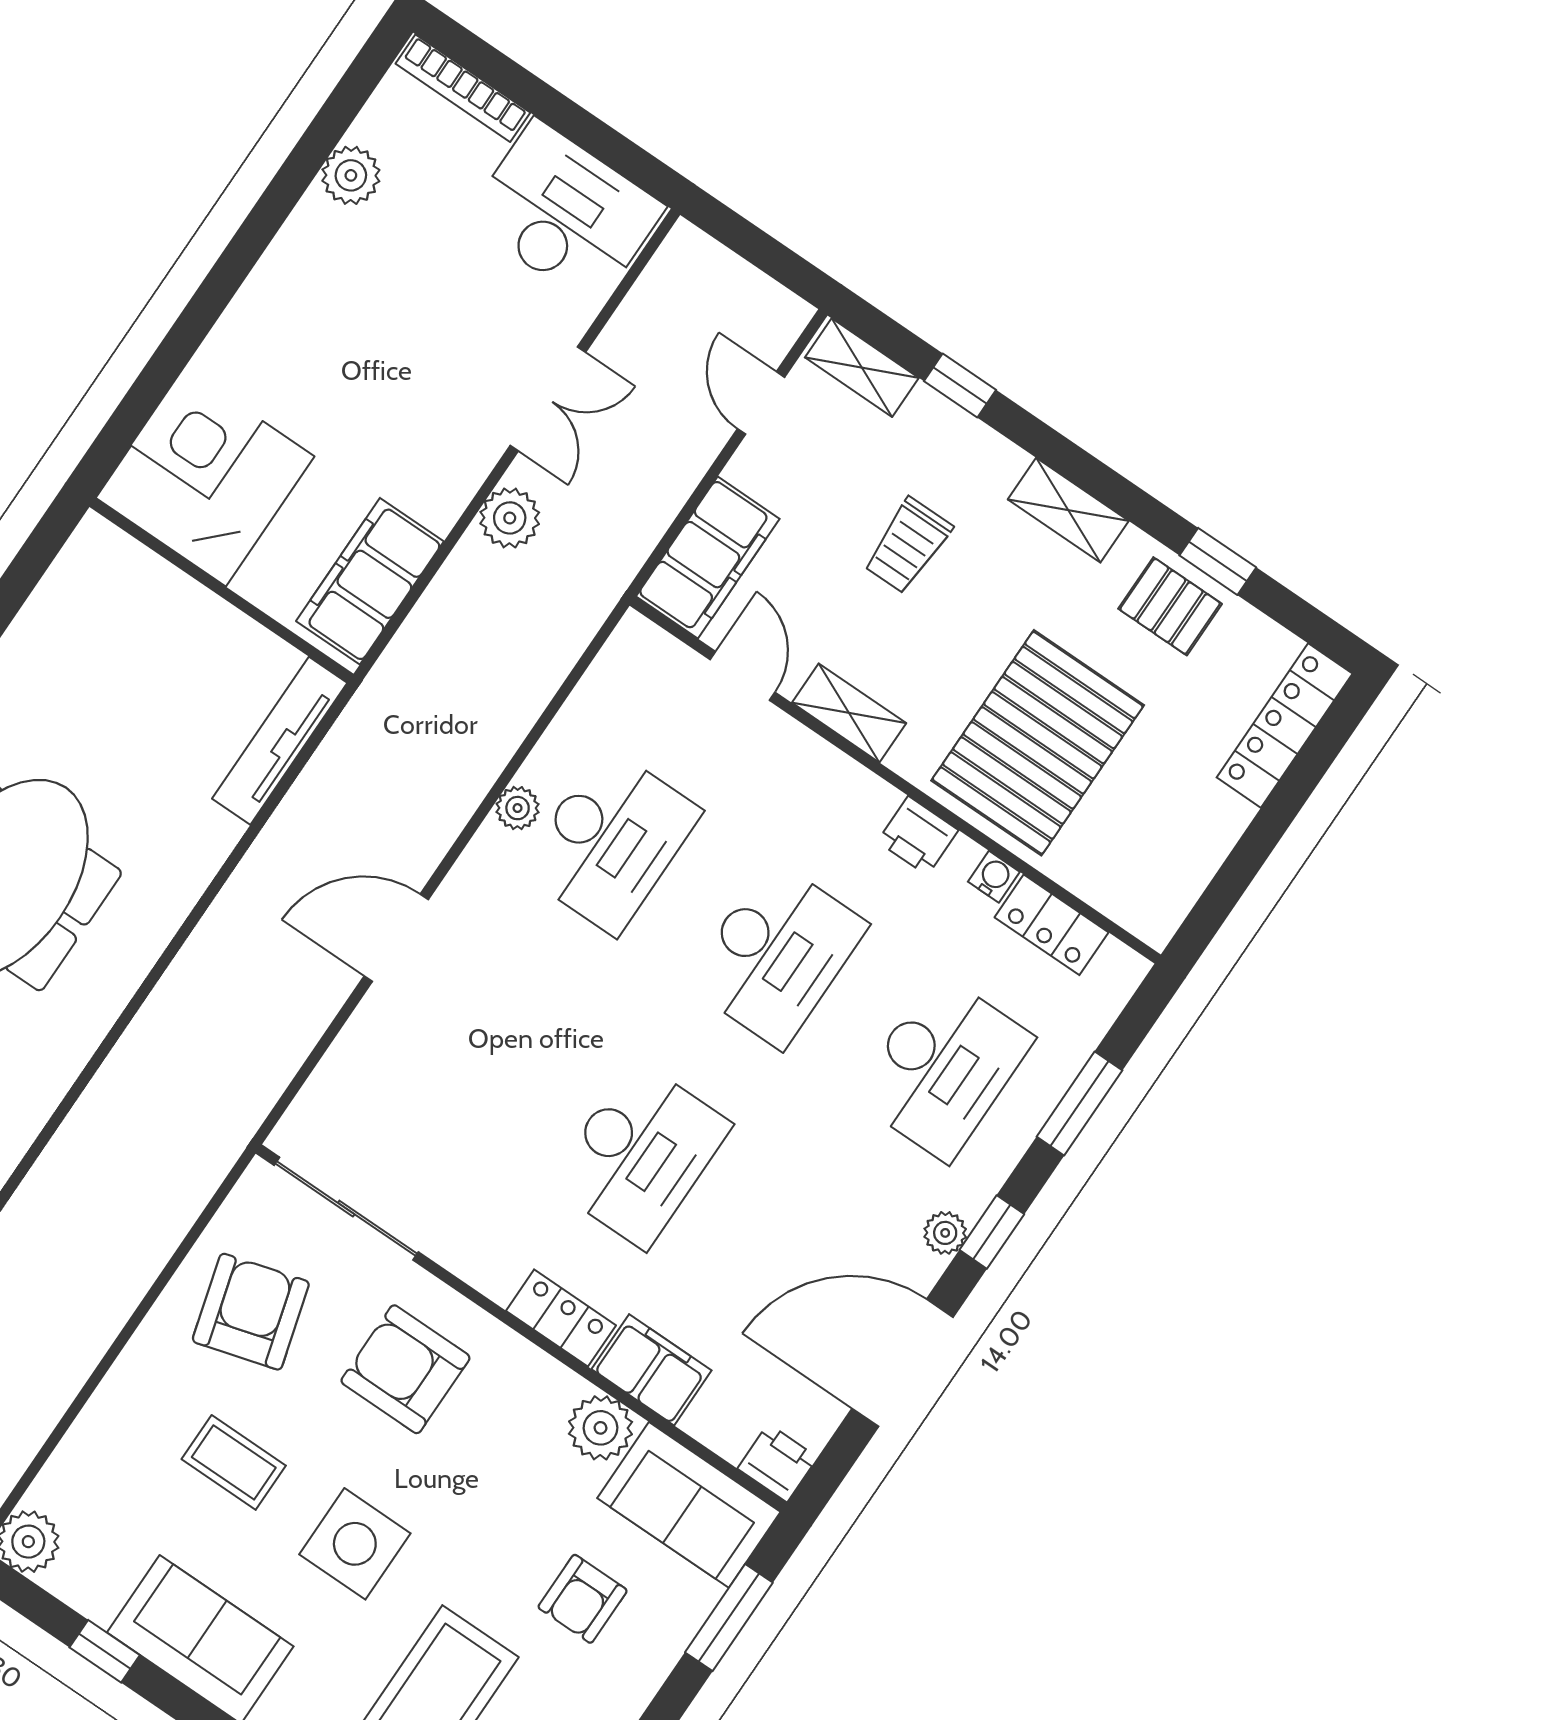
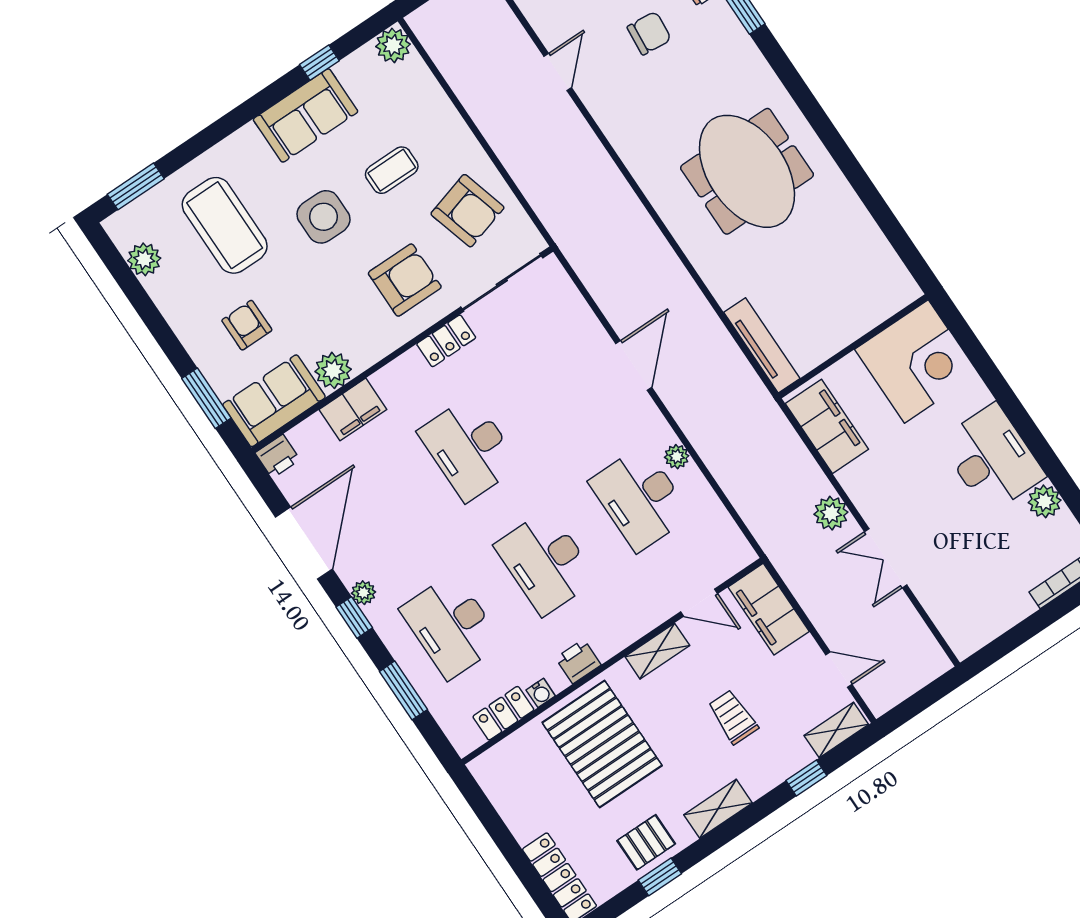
desk: (565, 213) -> (992, 458), moved, turned -90
locker: (561, 1318) -> (446, 341), moved

